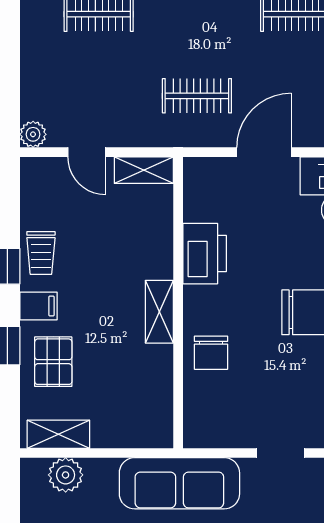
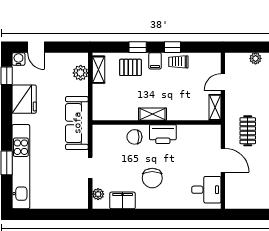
plant: (33, 134) -> (255, 58), moved
printer: (205, 254) -> (163, 134), moved

